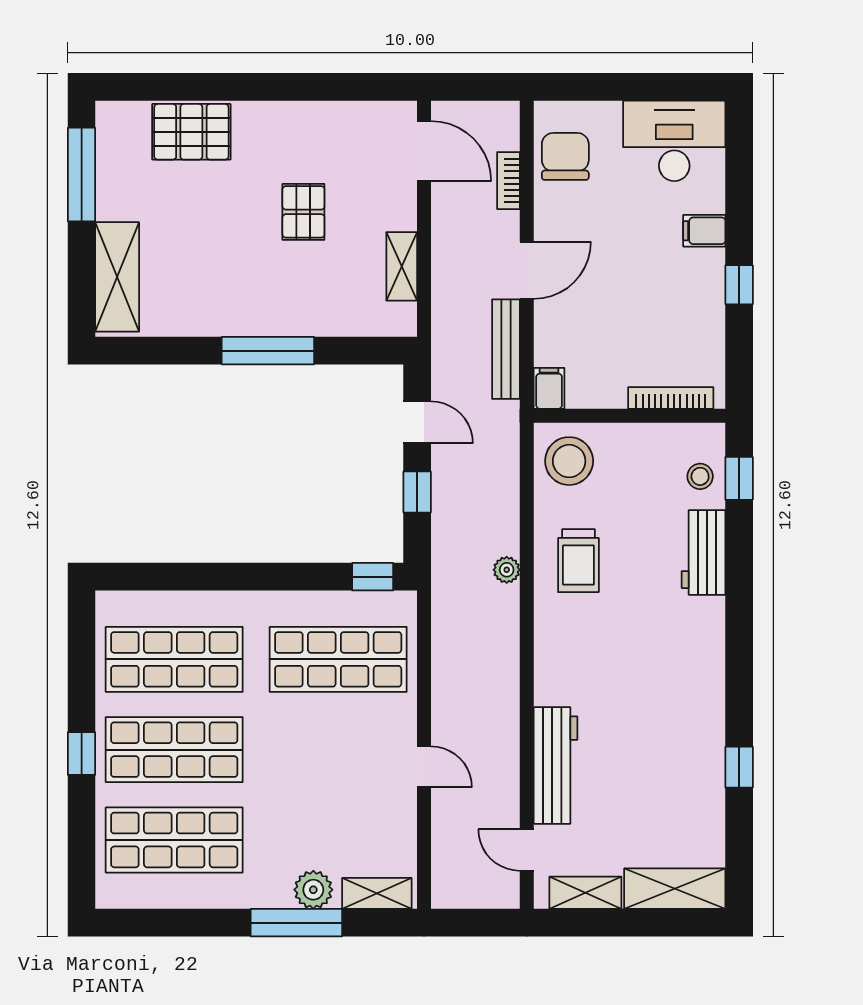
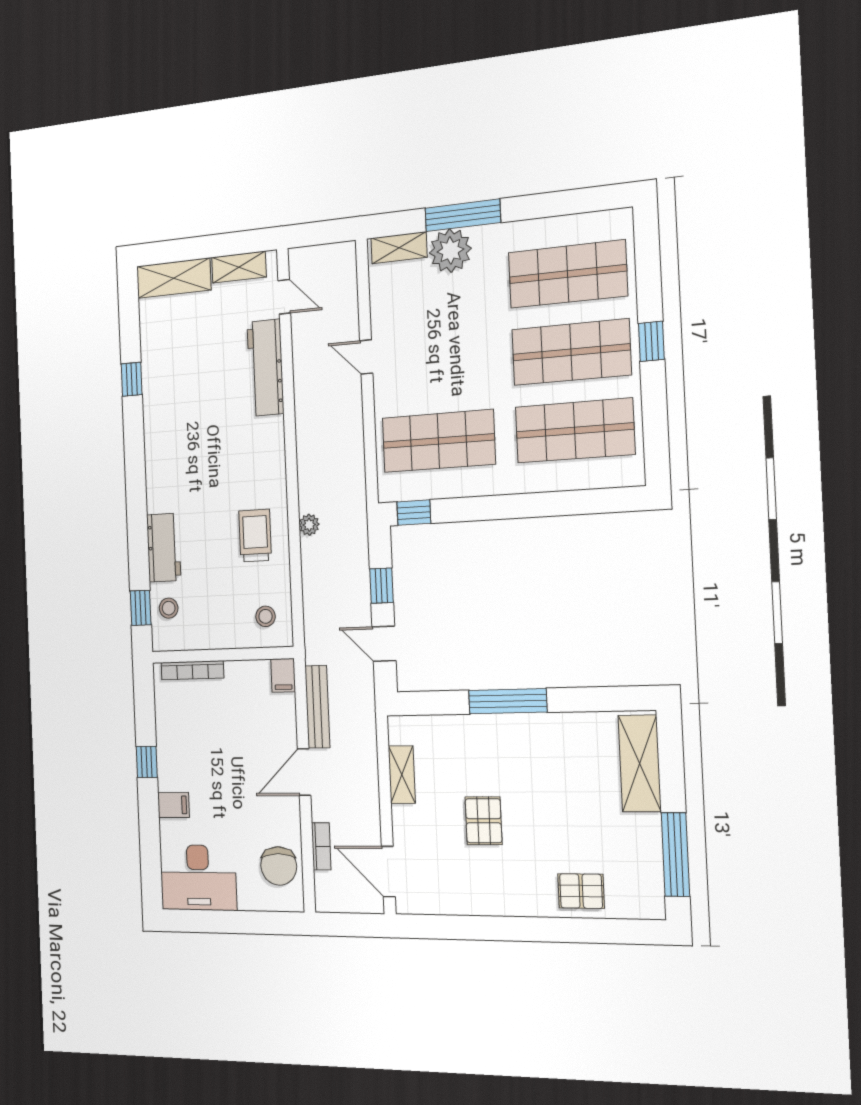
pallet: (191, 132) -> (581, 891), width x0.67, depth x0.71
stool: (569, 461) -> (266, 616), width x0.53, depth x0.53
plant: (313, 890) -> (450, 251), width x1.36, depth x1.36

